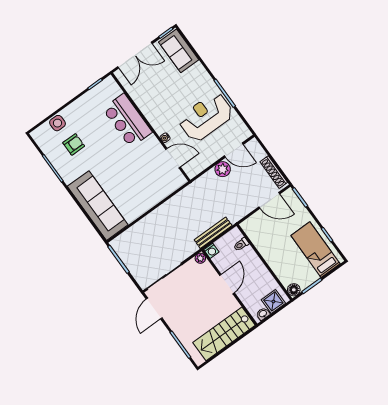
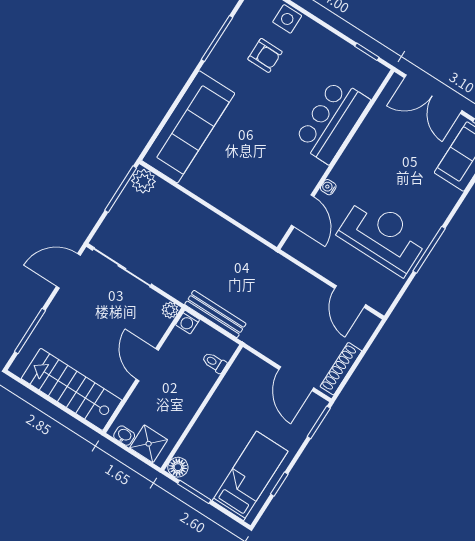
plant: (223, 169) -> (143, 181), moved
door: (227, 284) -> (147, 365), swing flipped

